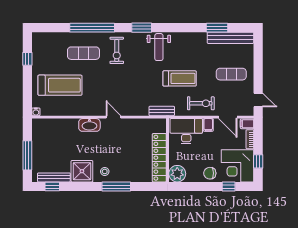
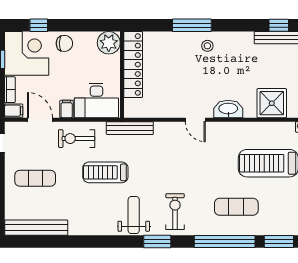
window: (217, 28) -> (279, 242), moved
exercise bike: (117, 50) -> (175, 212), moved
bench: (162, 111) -> (130, 128), width x1.36
shower: (82, 171) -> (272, 103), moved

